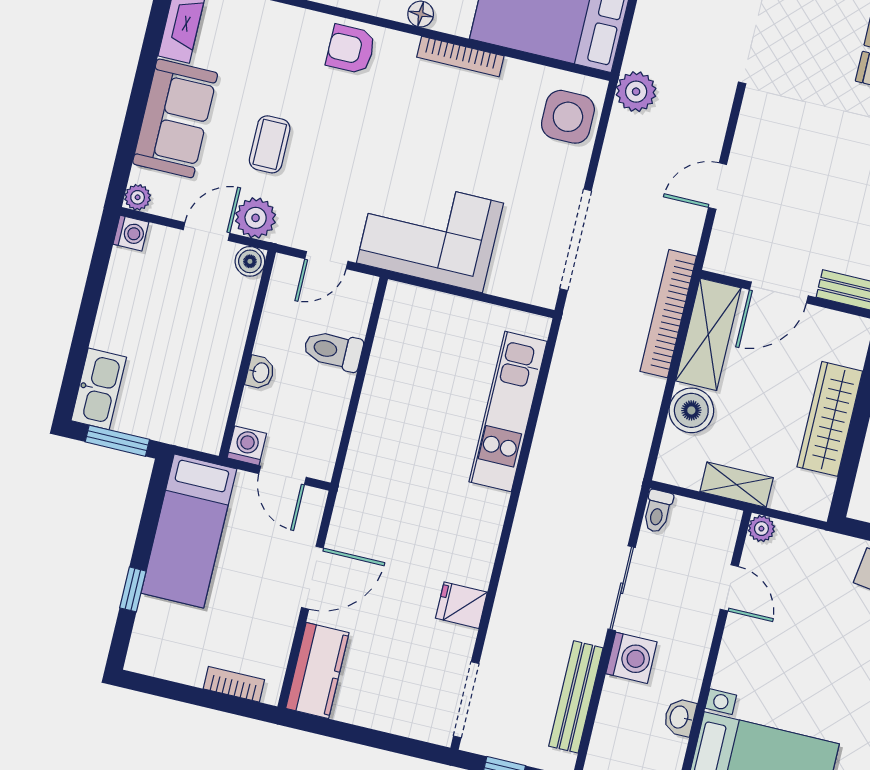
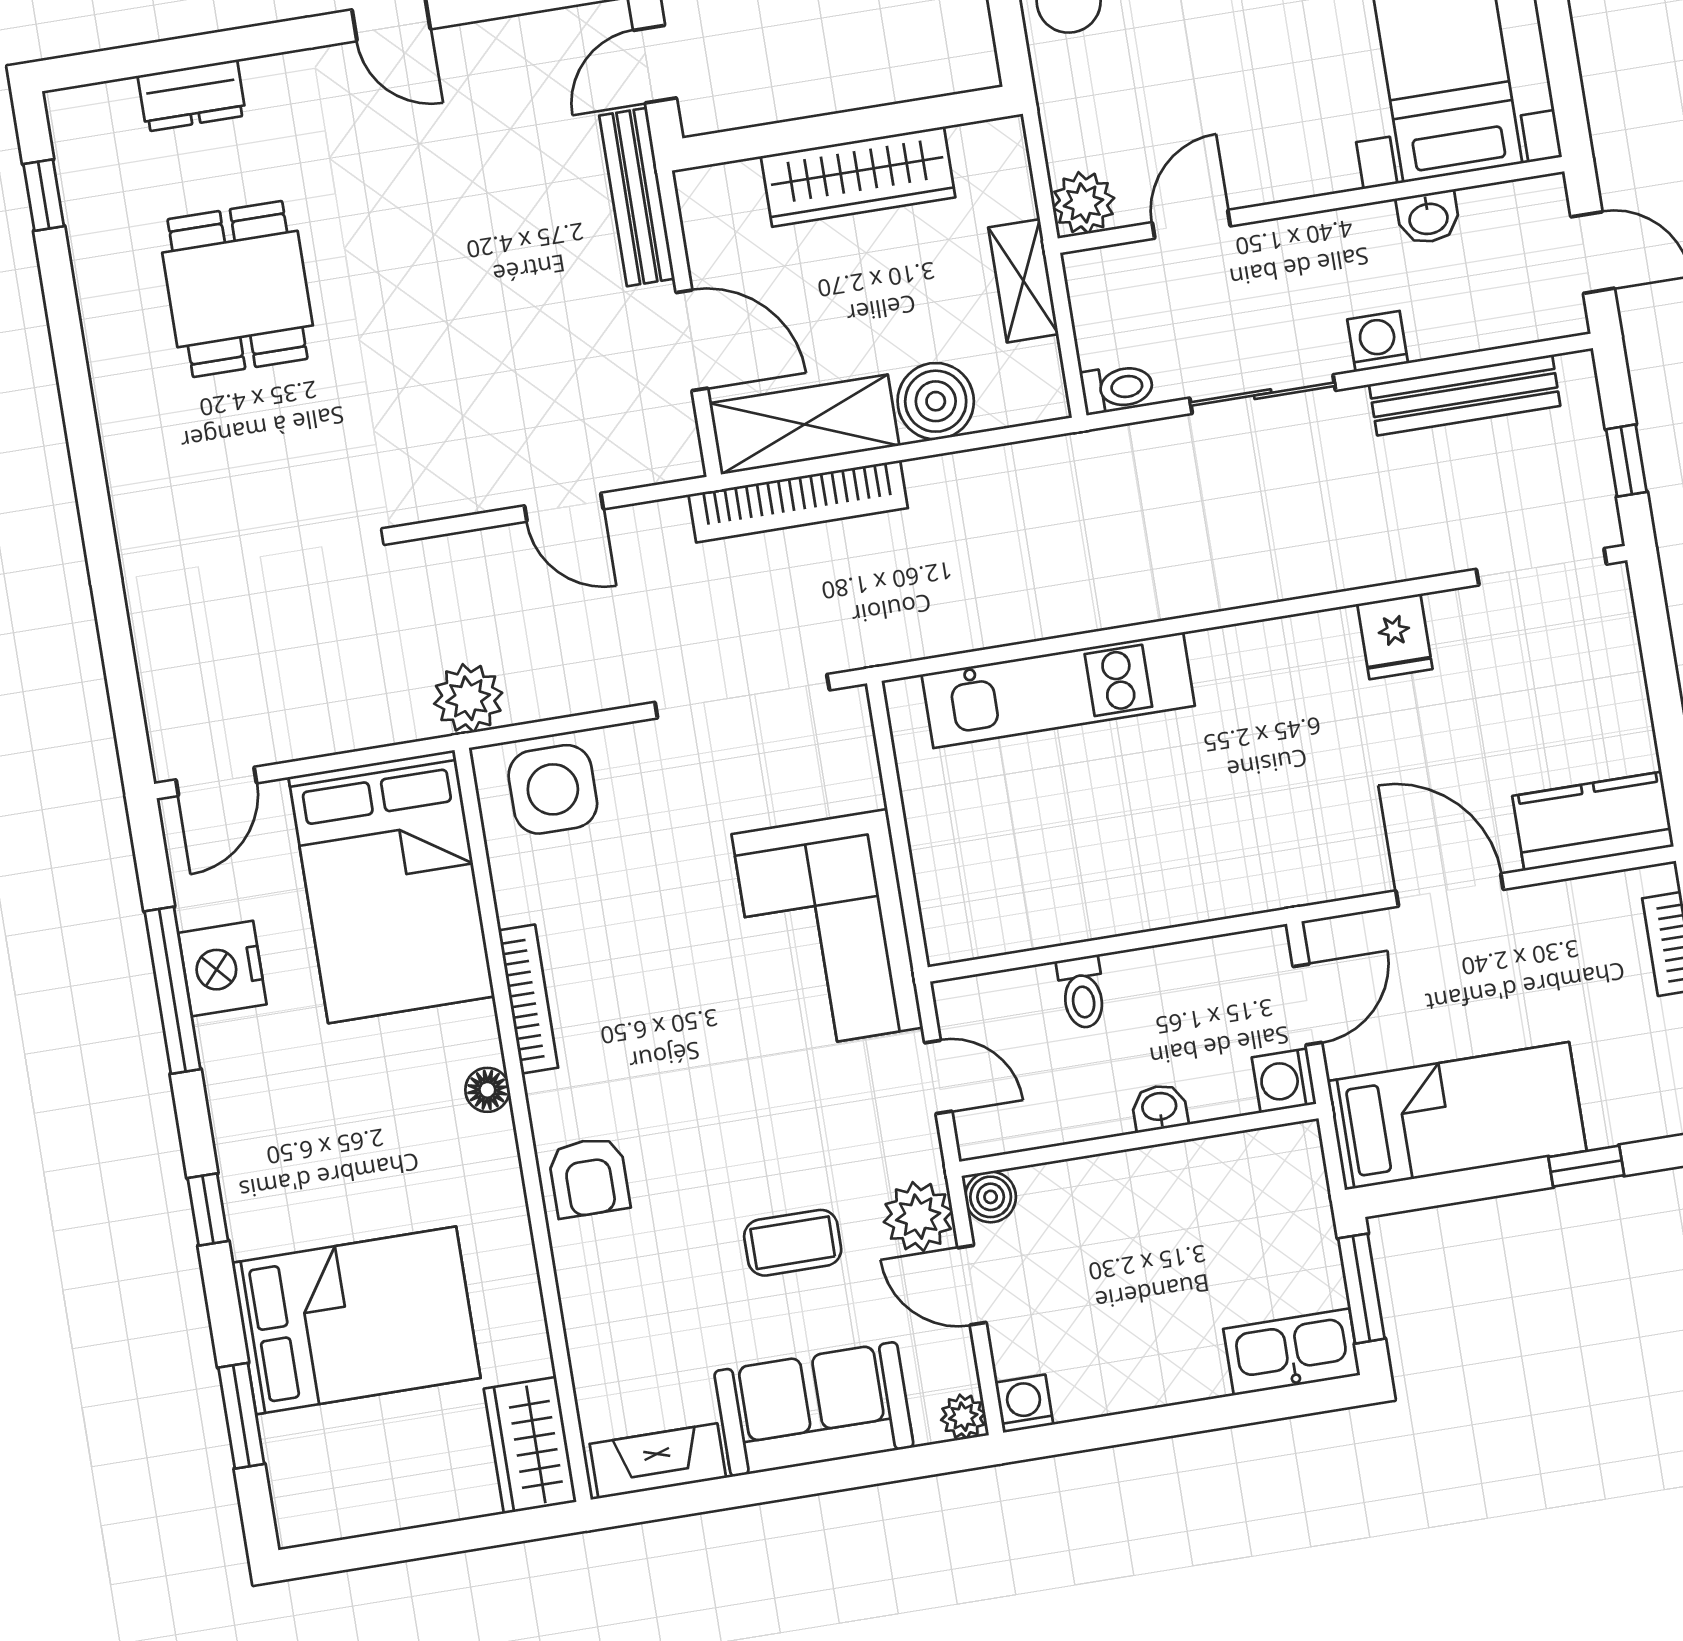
toilet: (333, 350) -> (1082, 992), width x0.73, depth x0.72
plant: (761, 529) -> (1083, 203), width x1.38, depth x1.38
washing machine: (631, 658) -> (1378, 341), width x0.73, depth x0.73

